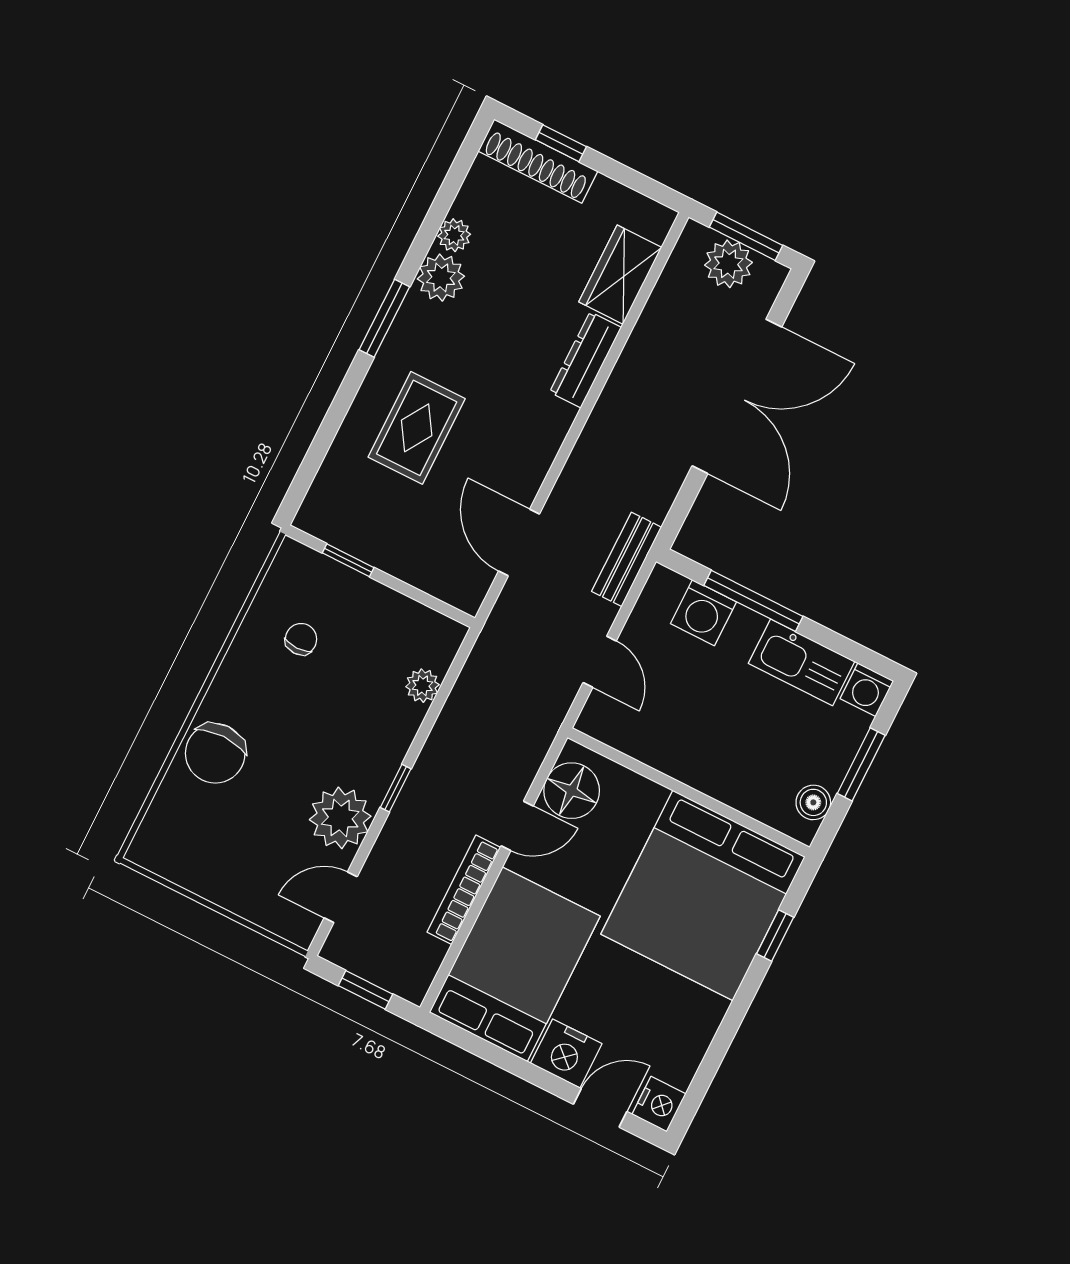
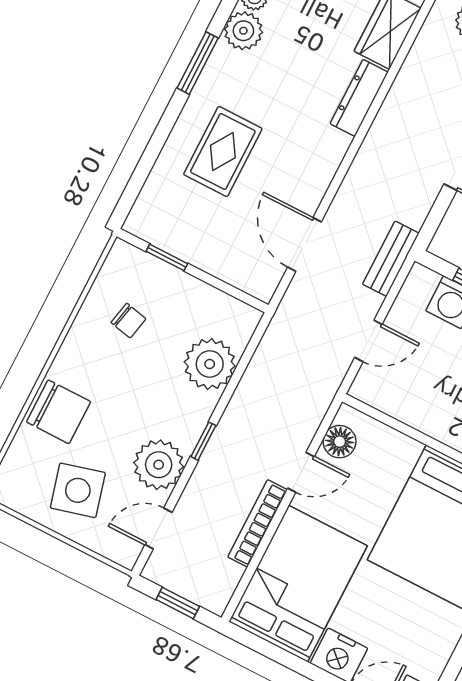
chair: (301, 639) -> (128, 321), turned 102
door: (600, 662) -> (368, 341), hinge flipped
plant: (422, 686) -> (210, 364), width x1.87, depth x1.87
chair: (215, 753) -> (59, 412), turned -90
floor lamp: (572, 791) -> (340, 442), width x0.73, depth x0.73
side table: (240, 851) -> (78, 490), added

